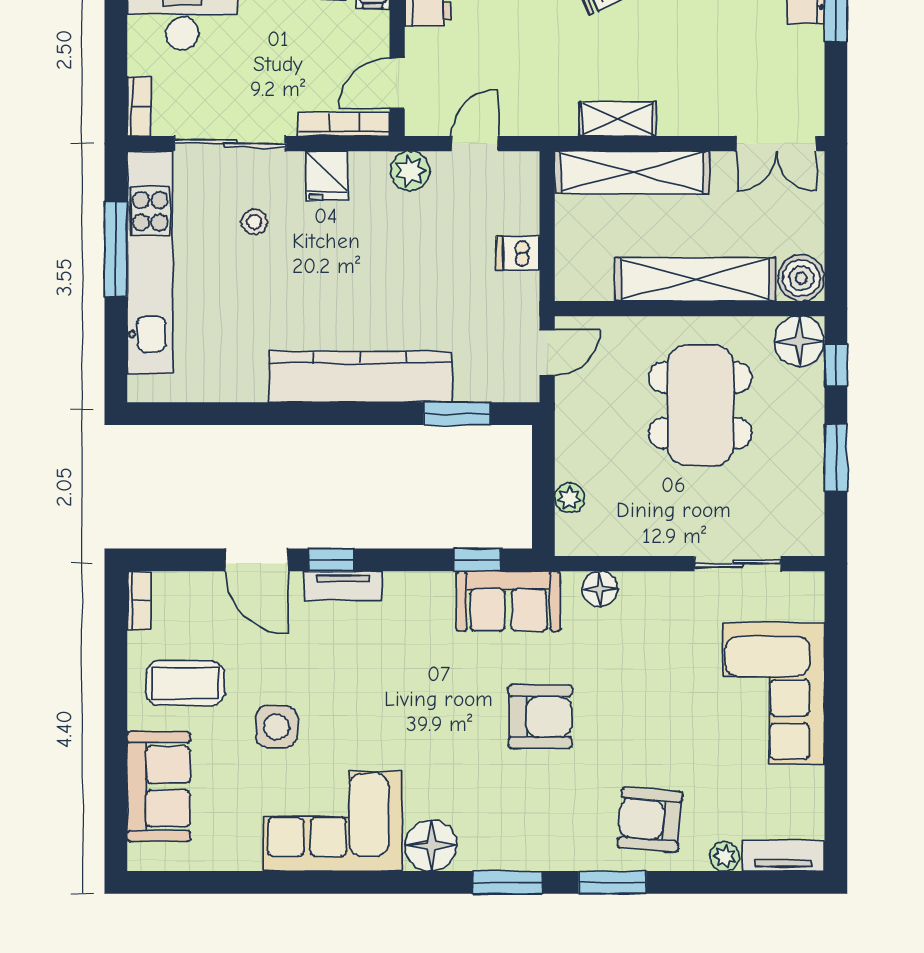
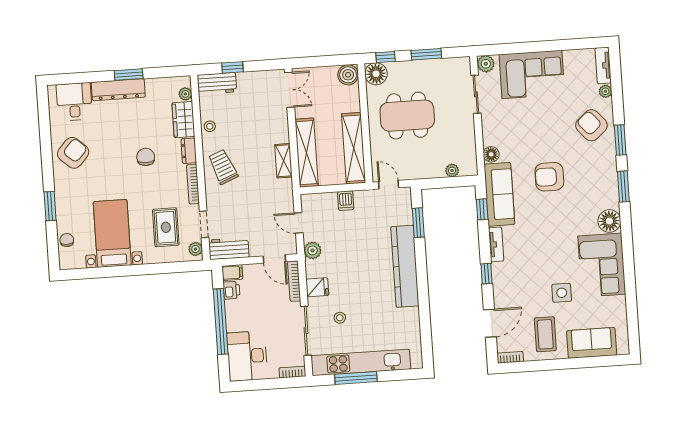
shelving: (695, 279) -> (354, 148), moved
door: (257, 560) -> (490, 323), moved
tv unit: (343, 586) -> (496, 244), moved
plant: (805, 590) -> (486, 64), added
sofa: (508, 601) -> (499, 194), width x1.36
armchair: (540, 717) -> (549, 177), turned -90
armchair: (650, 820) -> (591, 125), turned 134

